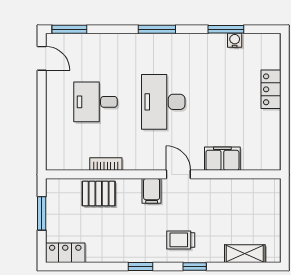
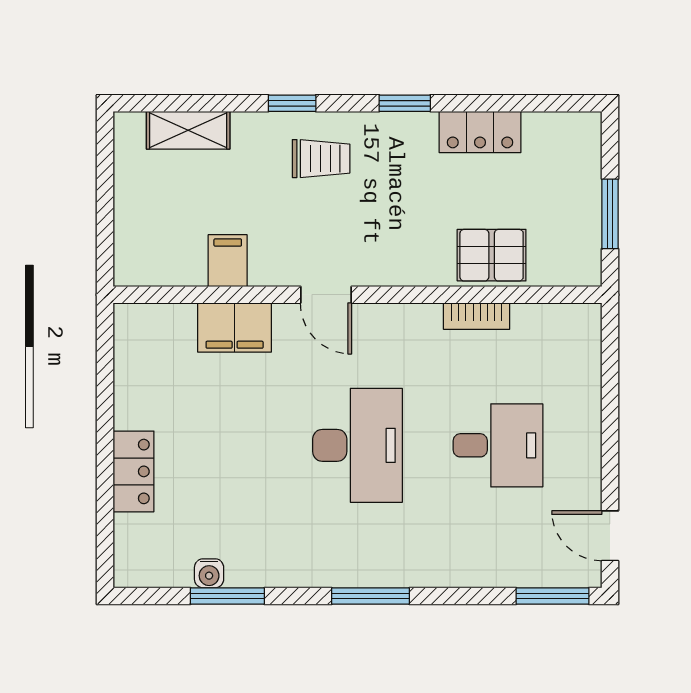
filing cabinet: (152, 191) -> (228, 261), moved
locker: (65, 253) -> (480, 132), moved

